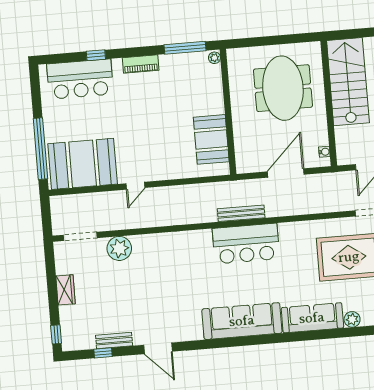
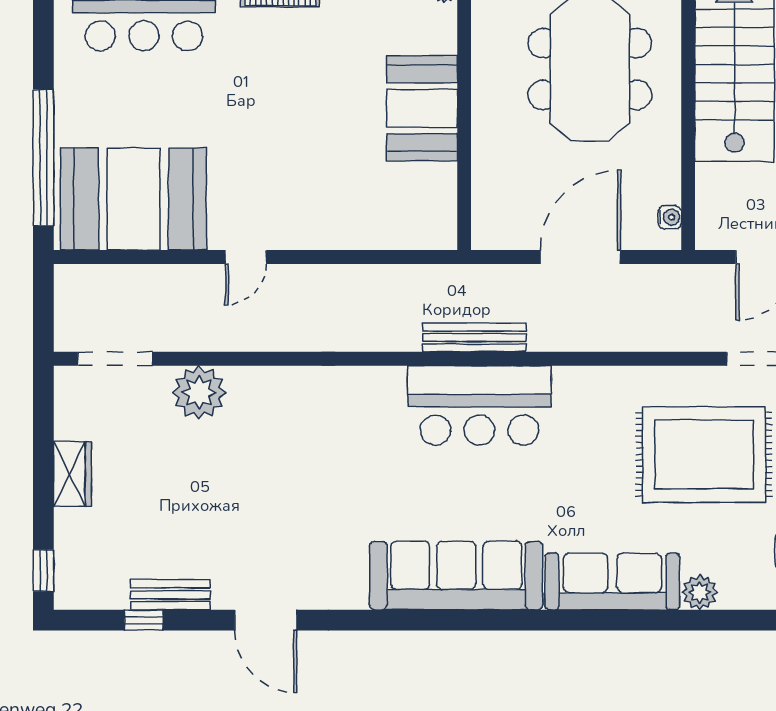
booth: (211, 139) -> (422, 108), moved

